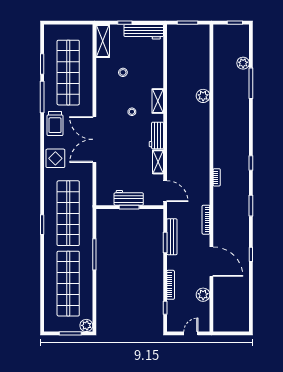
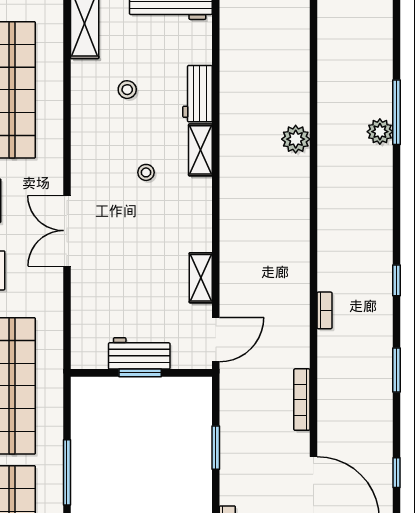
plant: (243, 63) -> (380, 132), moved
workbench: (156, 135) -> (198, 94), moved
double door: (94, 139) -> (67, 231), width x0.73
door: (165, 191) -> (216, 340), hinge flipped
bench: (172, 237) -> (230, 435), removed

